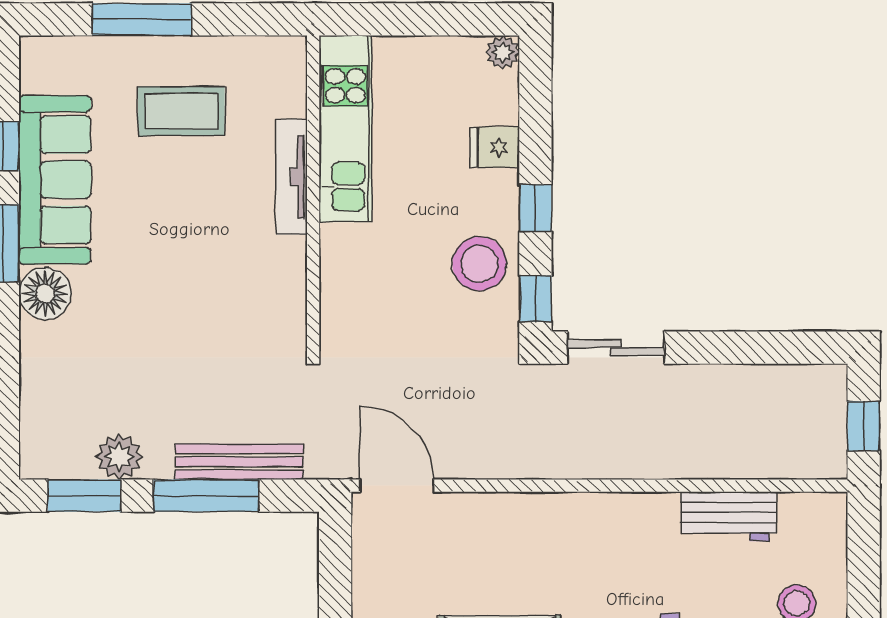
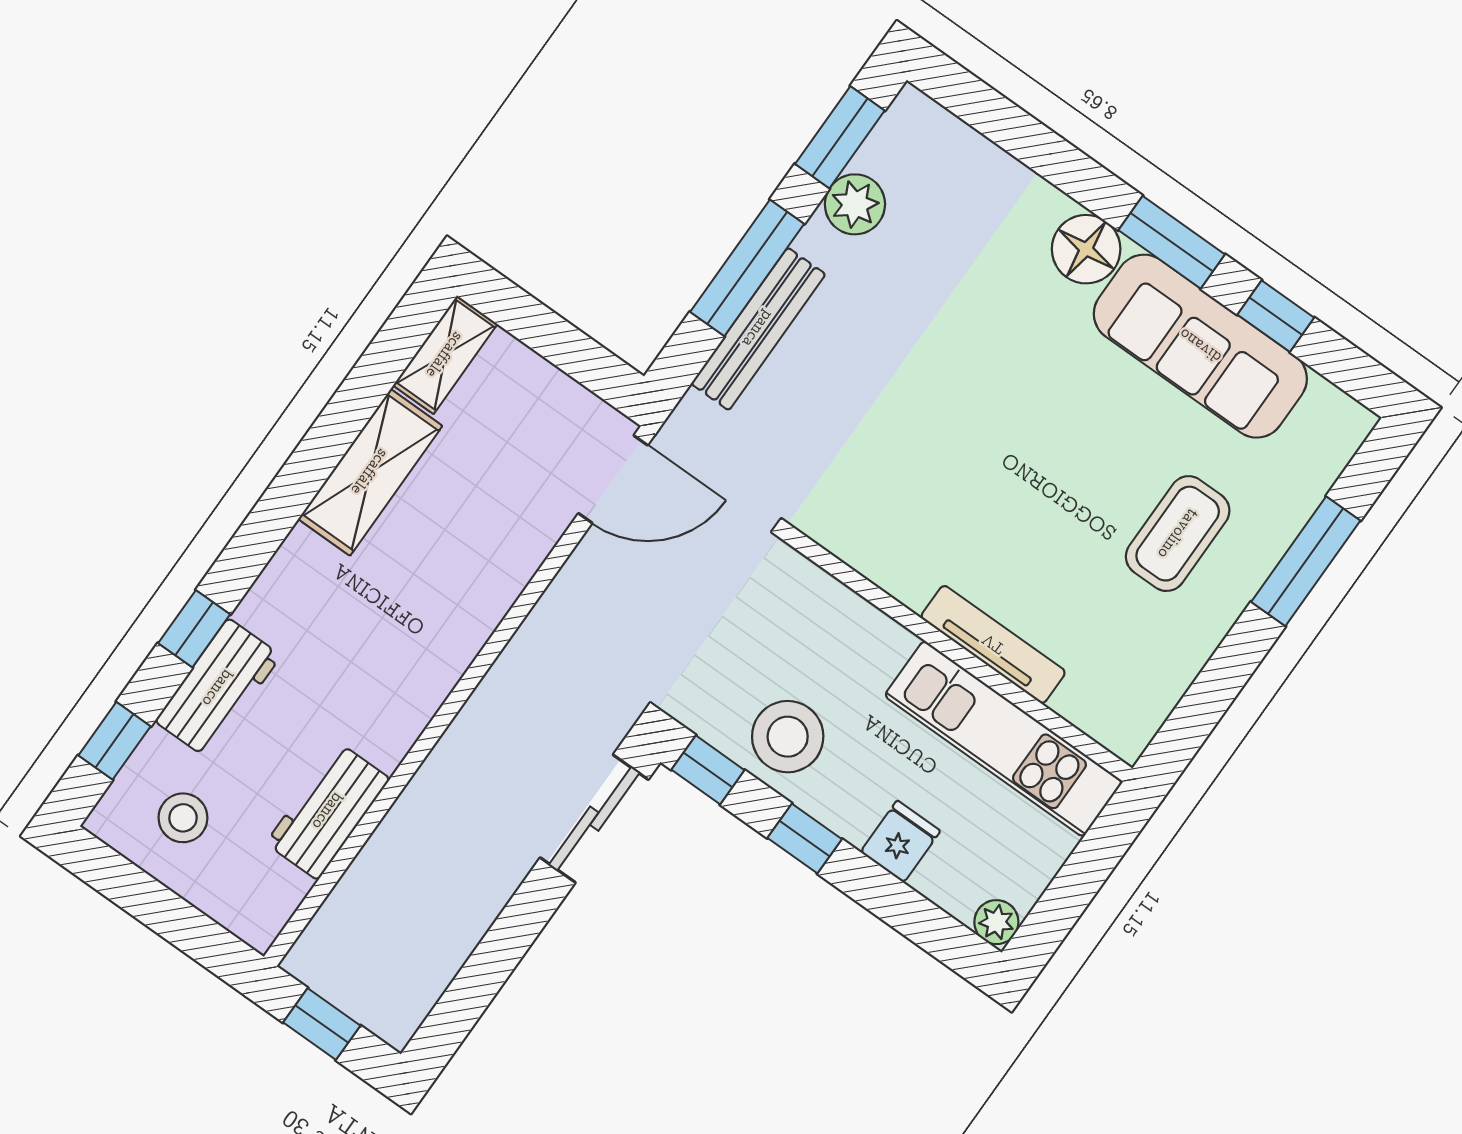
kitchen unit: (346, 129) -> (1004, 739), moved
tv unit: (292, 177) -> (993, 644), moved
wall: (313, 194) -> (959, 655), moved

